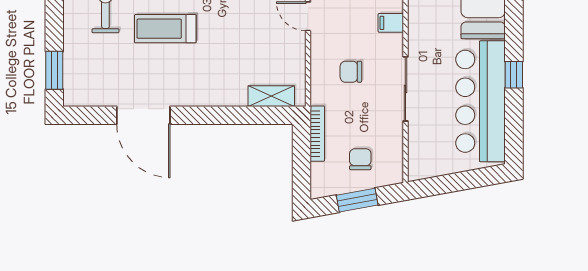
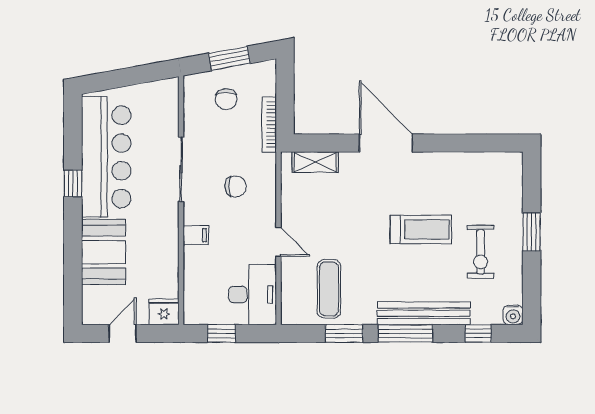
window: (54, 70) -> (532, 232), moved
door: (143, 115) -> (386, 143), moved

